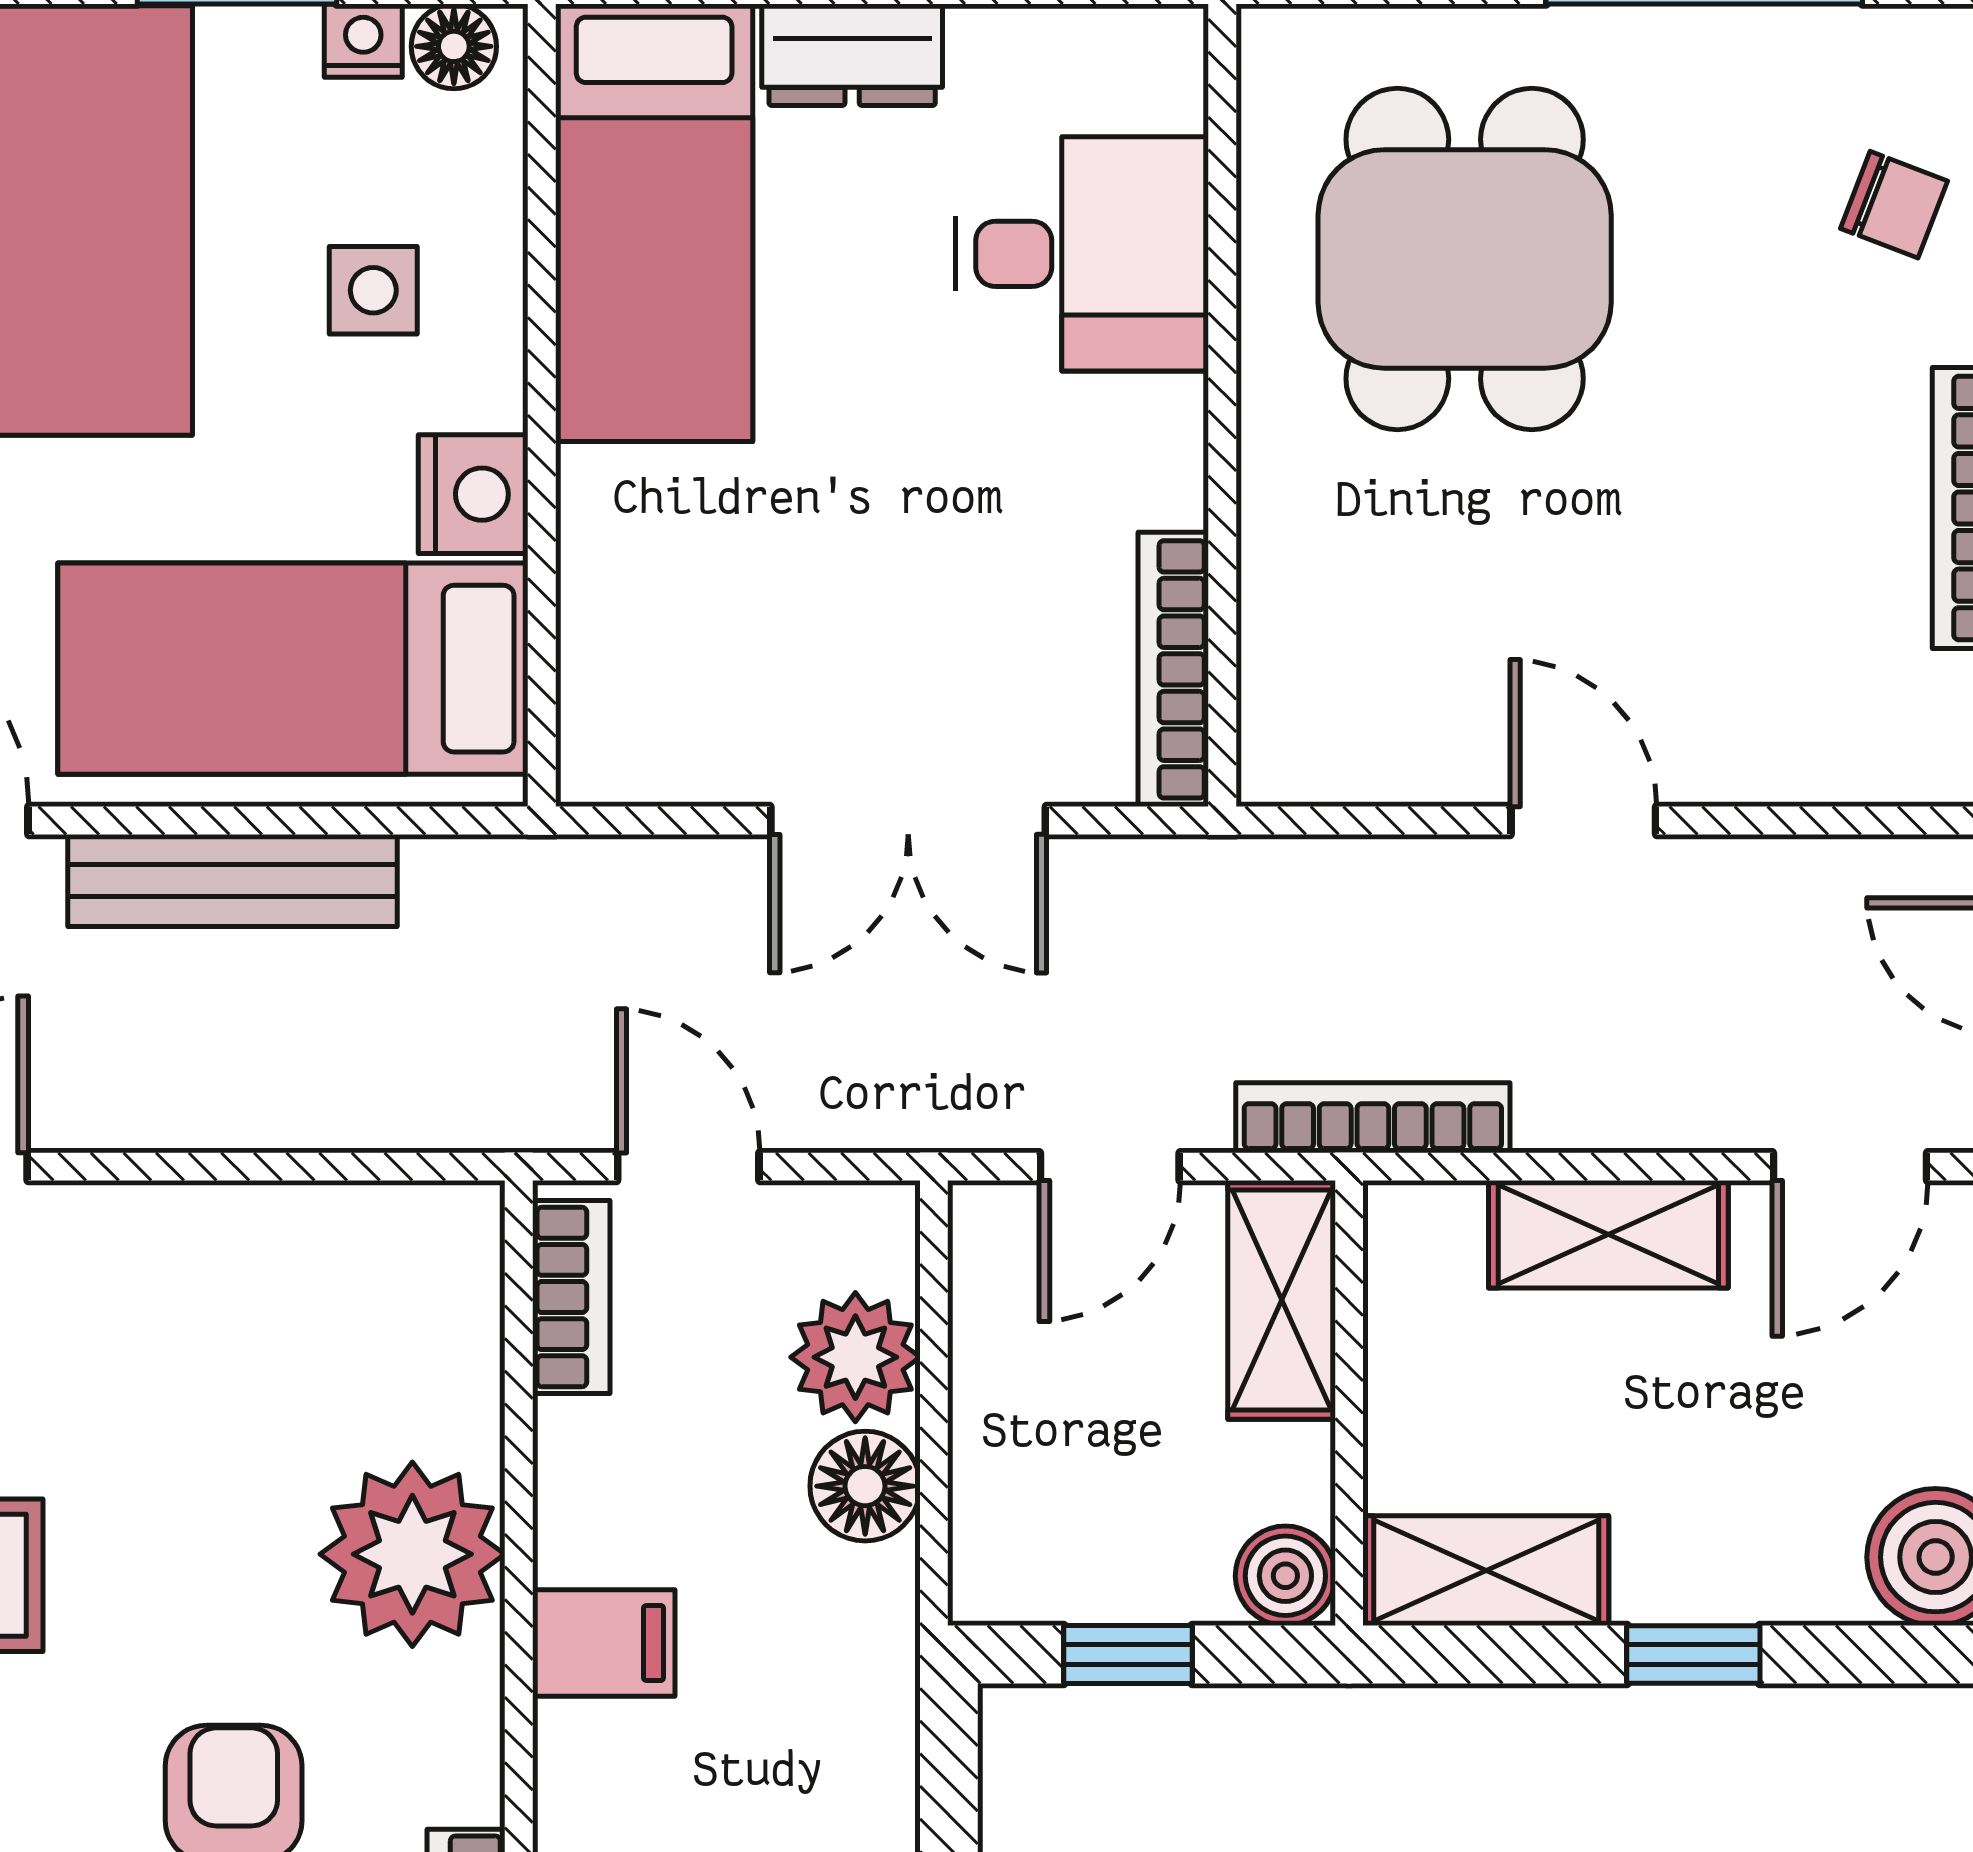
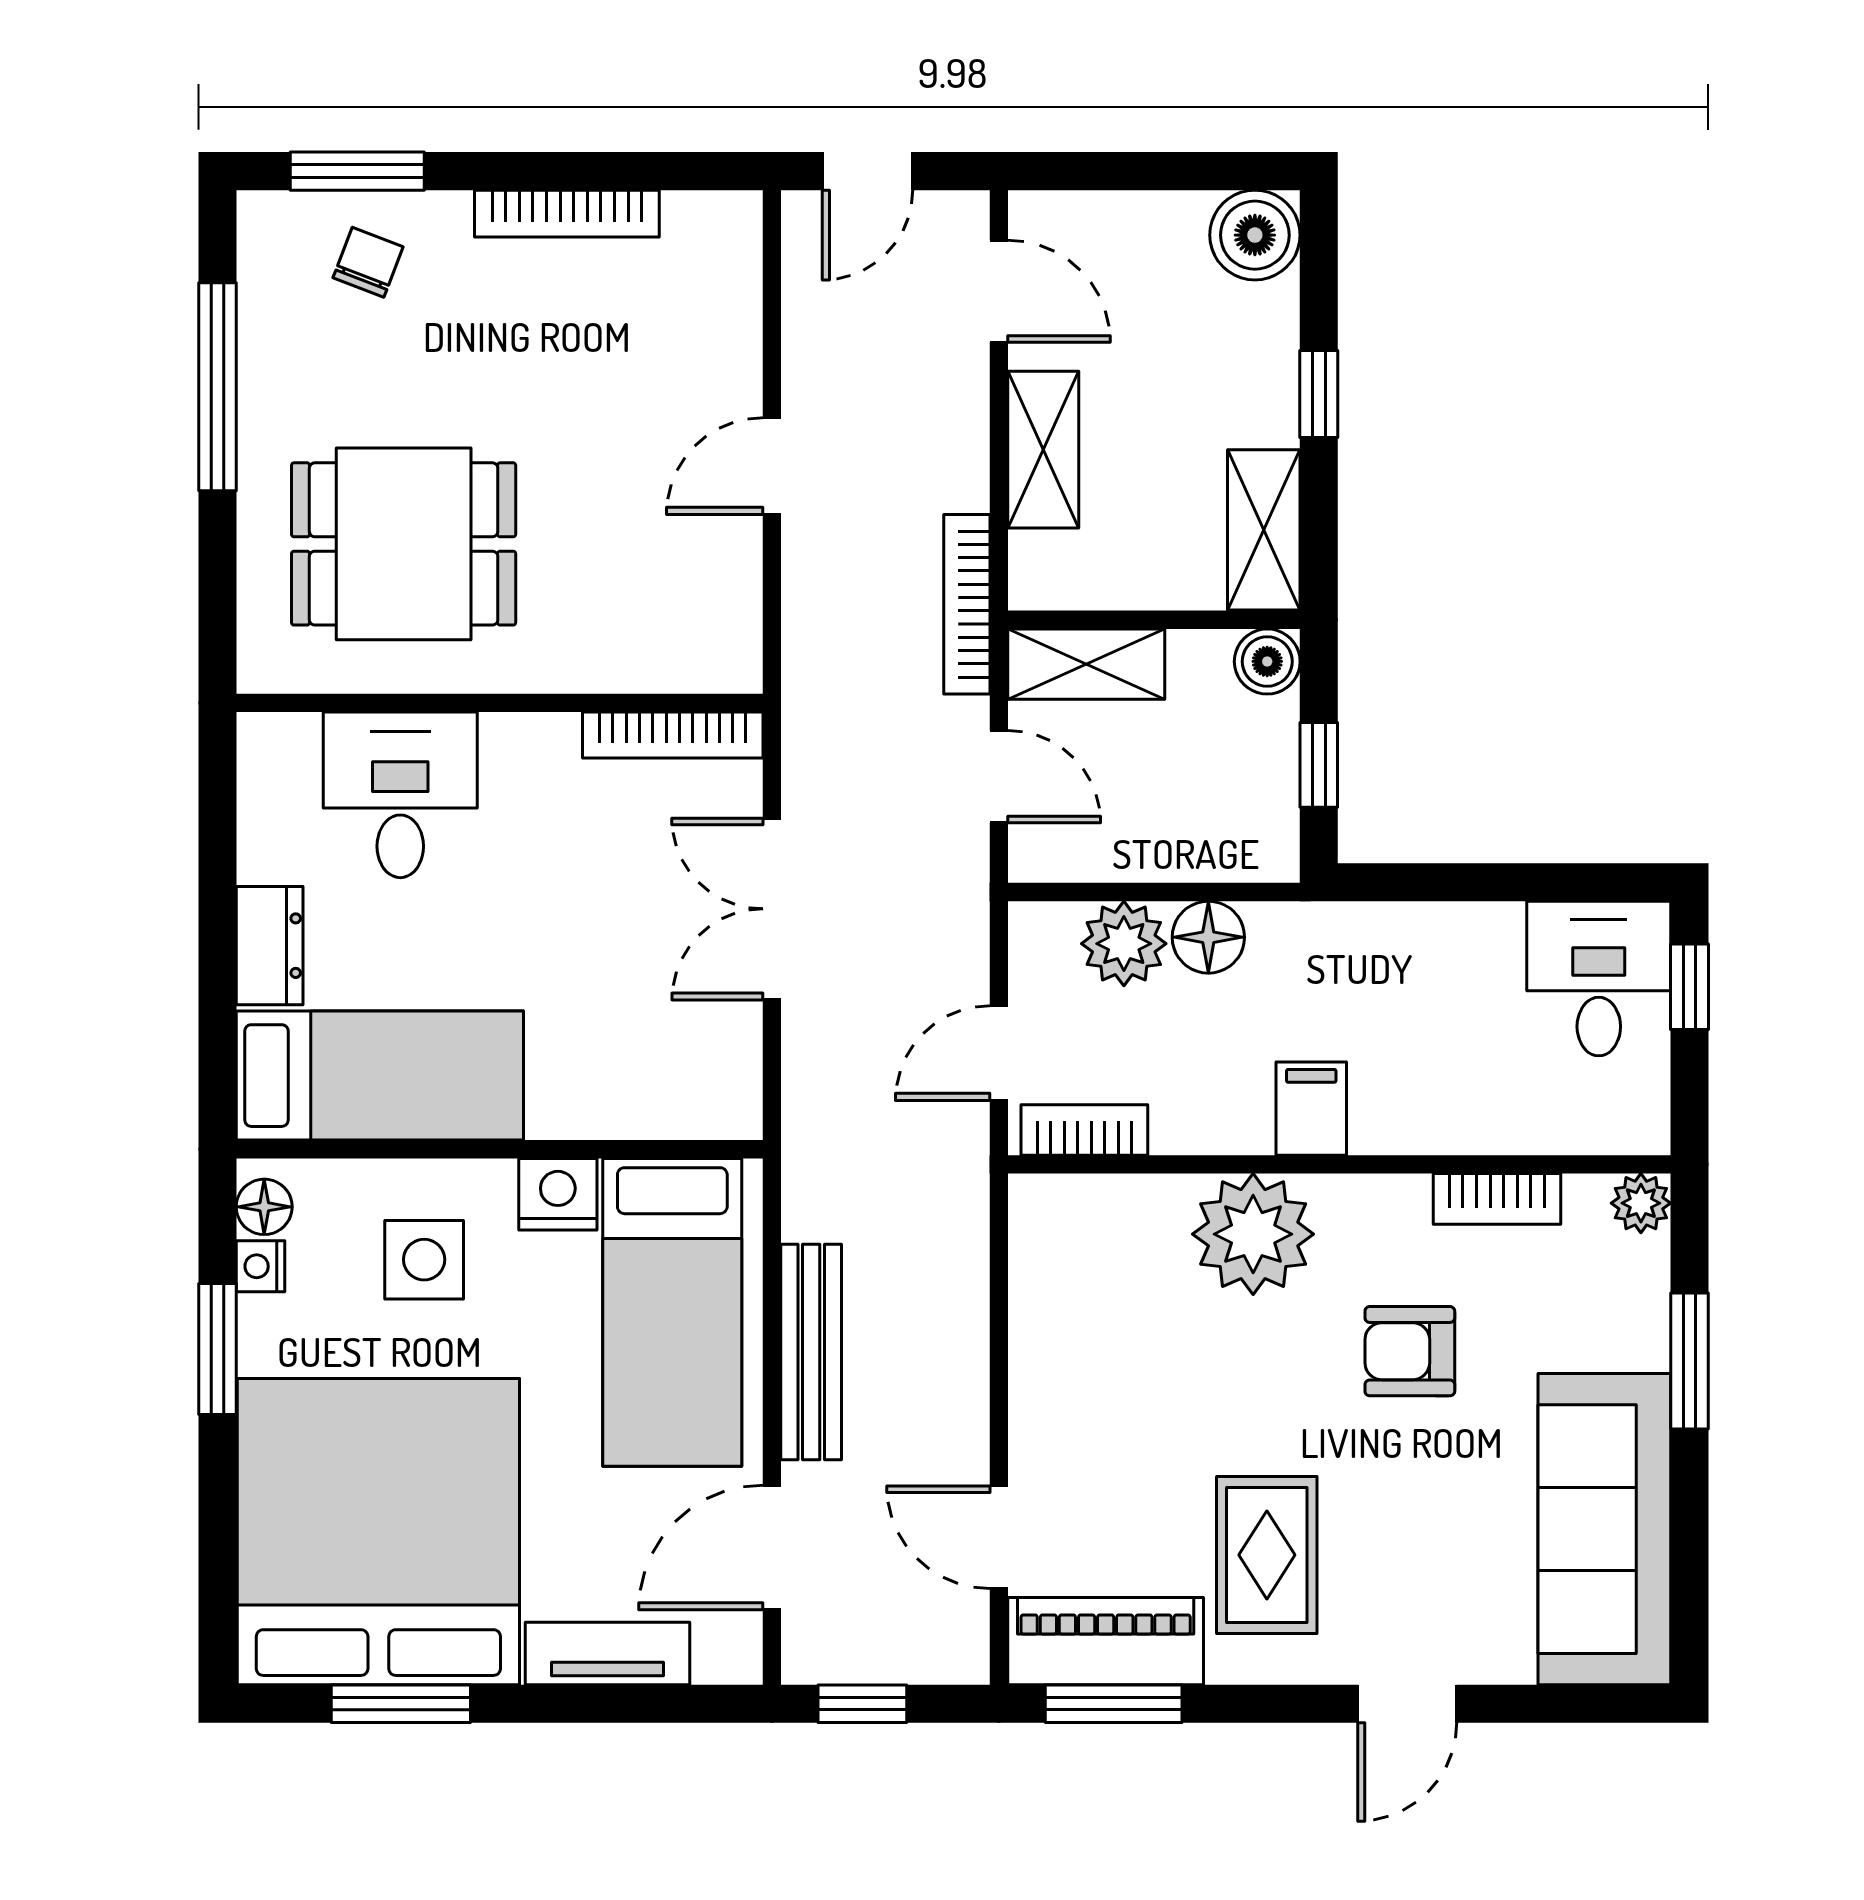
side table: (373, 290) -> (424, 1260), width x1.37, depth x1.37
double door: (908, 821) -> (772, 909), swing flipped

